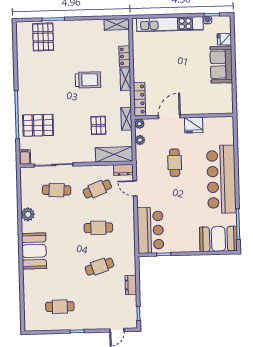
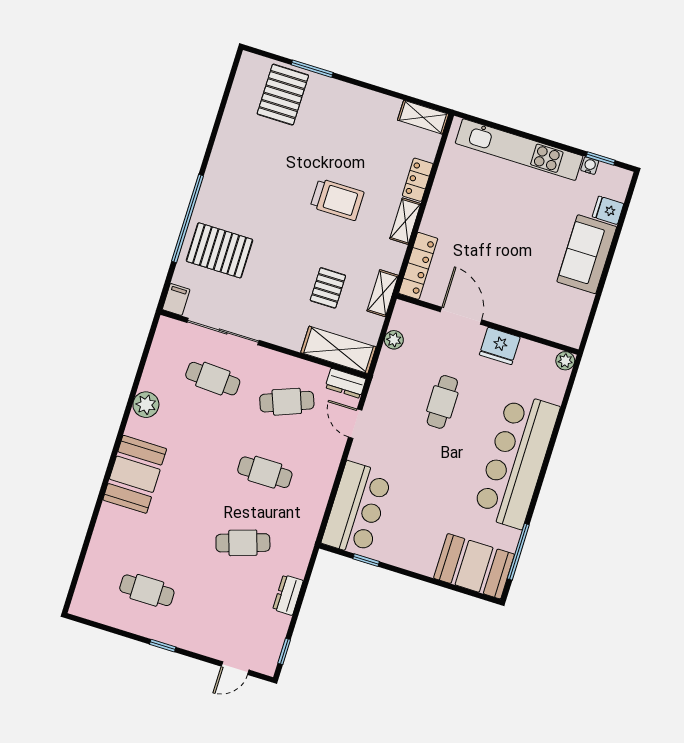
door: (169, 117) -> (461, 316), hinge flipped
plant: (139, 124) -> (565, 361), moved

